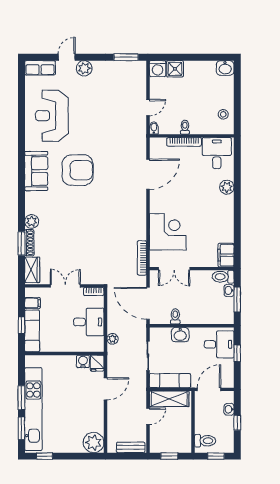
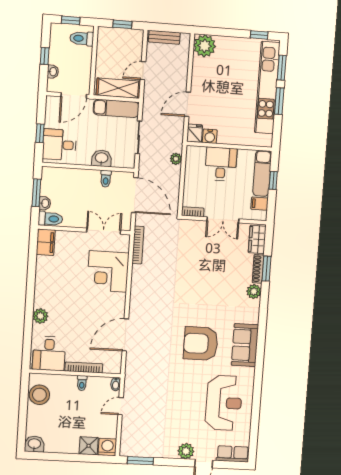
stool: (223, 114) -> (39, 395), width x1.89, depth x1.89
desk: (89, 322) -> (221, 164), moved, turned 90

